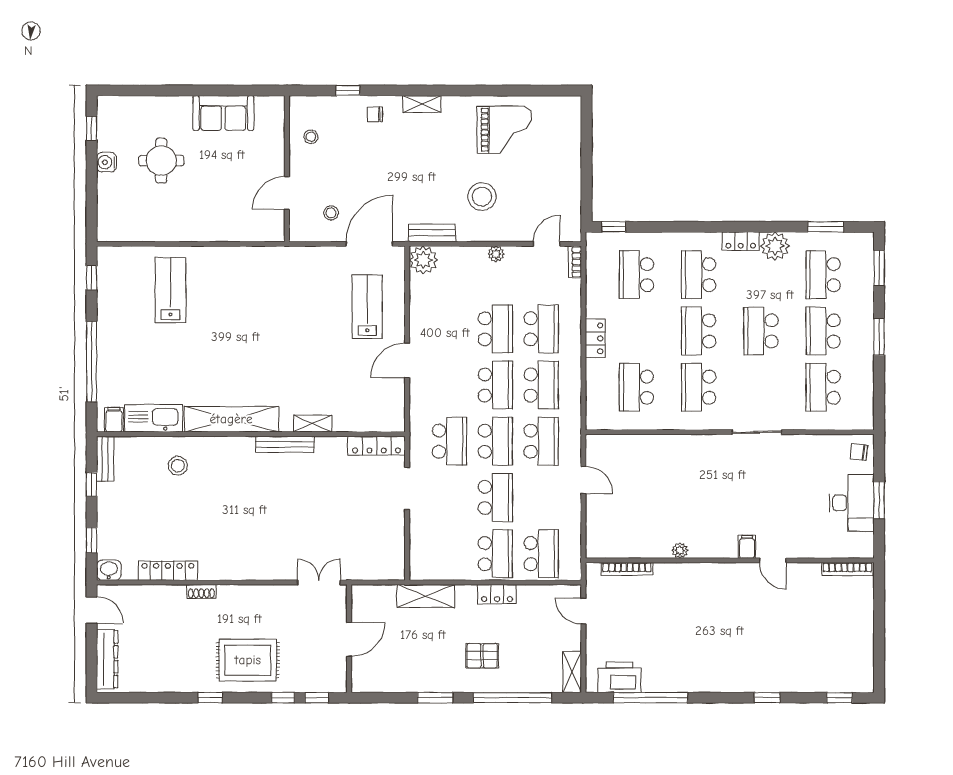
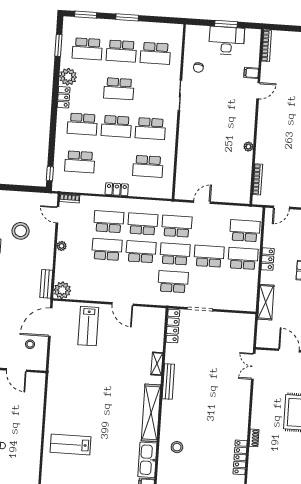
stool: (482, 197) -> (21, 231), moved
door: (369, 244) -> (50, 322), hinge flipped
lab bench: (367, 307) -> (88, 326), turned -90
chair: (859, 452) -> (198, 68), moved
filing cabinet: (747, 547) -> (251, 73), moved

